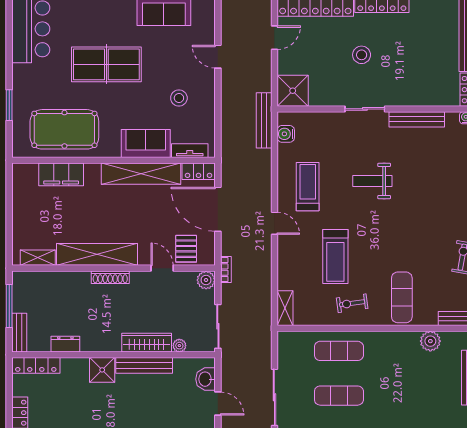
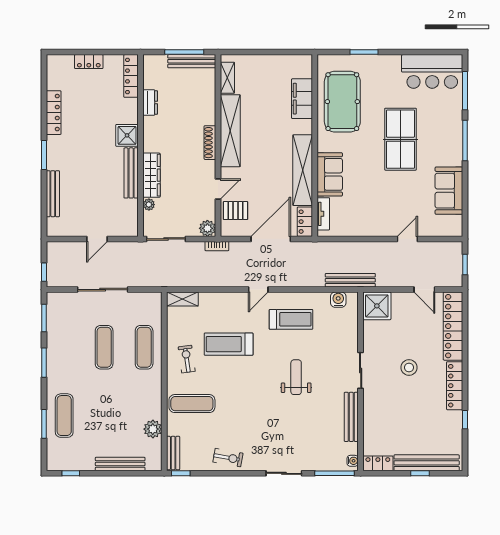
stool: (179, 98) -> (370, 204), removed
bench: (19, 333) -> (192, 61), moved, width x1.36
washbasin: (206, 379) -> (119, 228), removed

